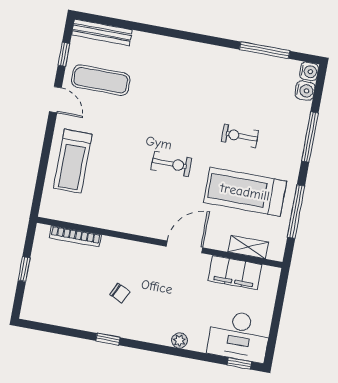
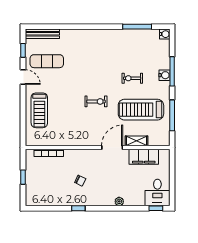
water cooler: (305, 91) -> (164, 75), moved
shelving: (248, 247) -> (136, 141), moved
desk: (239, 336) -> (157, 193), width x0.73

